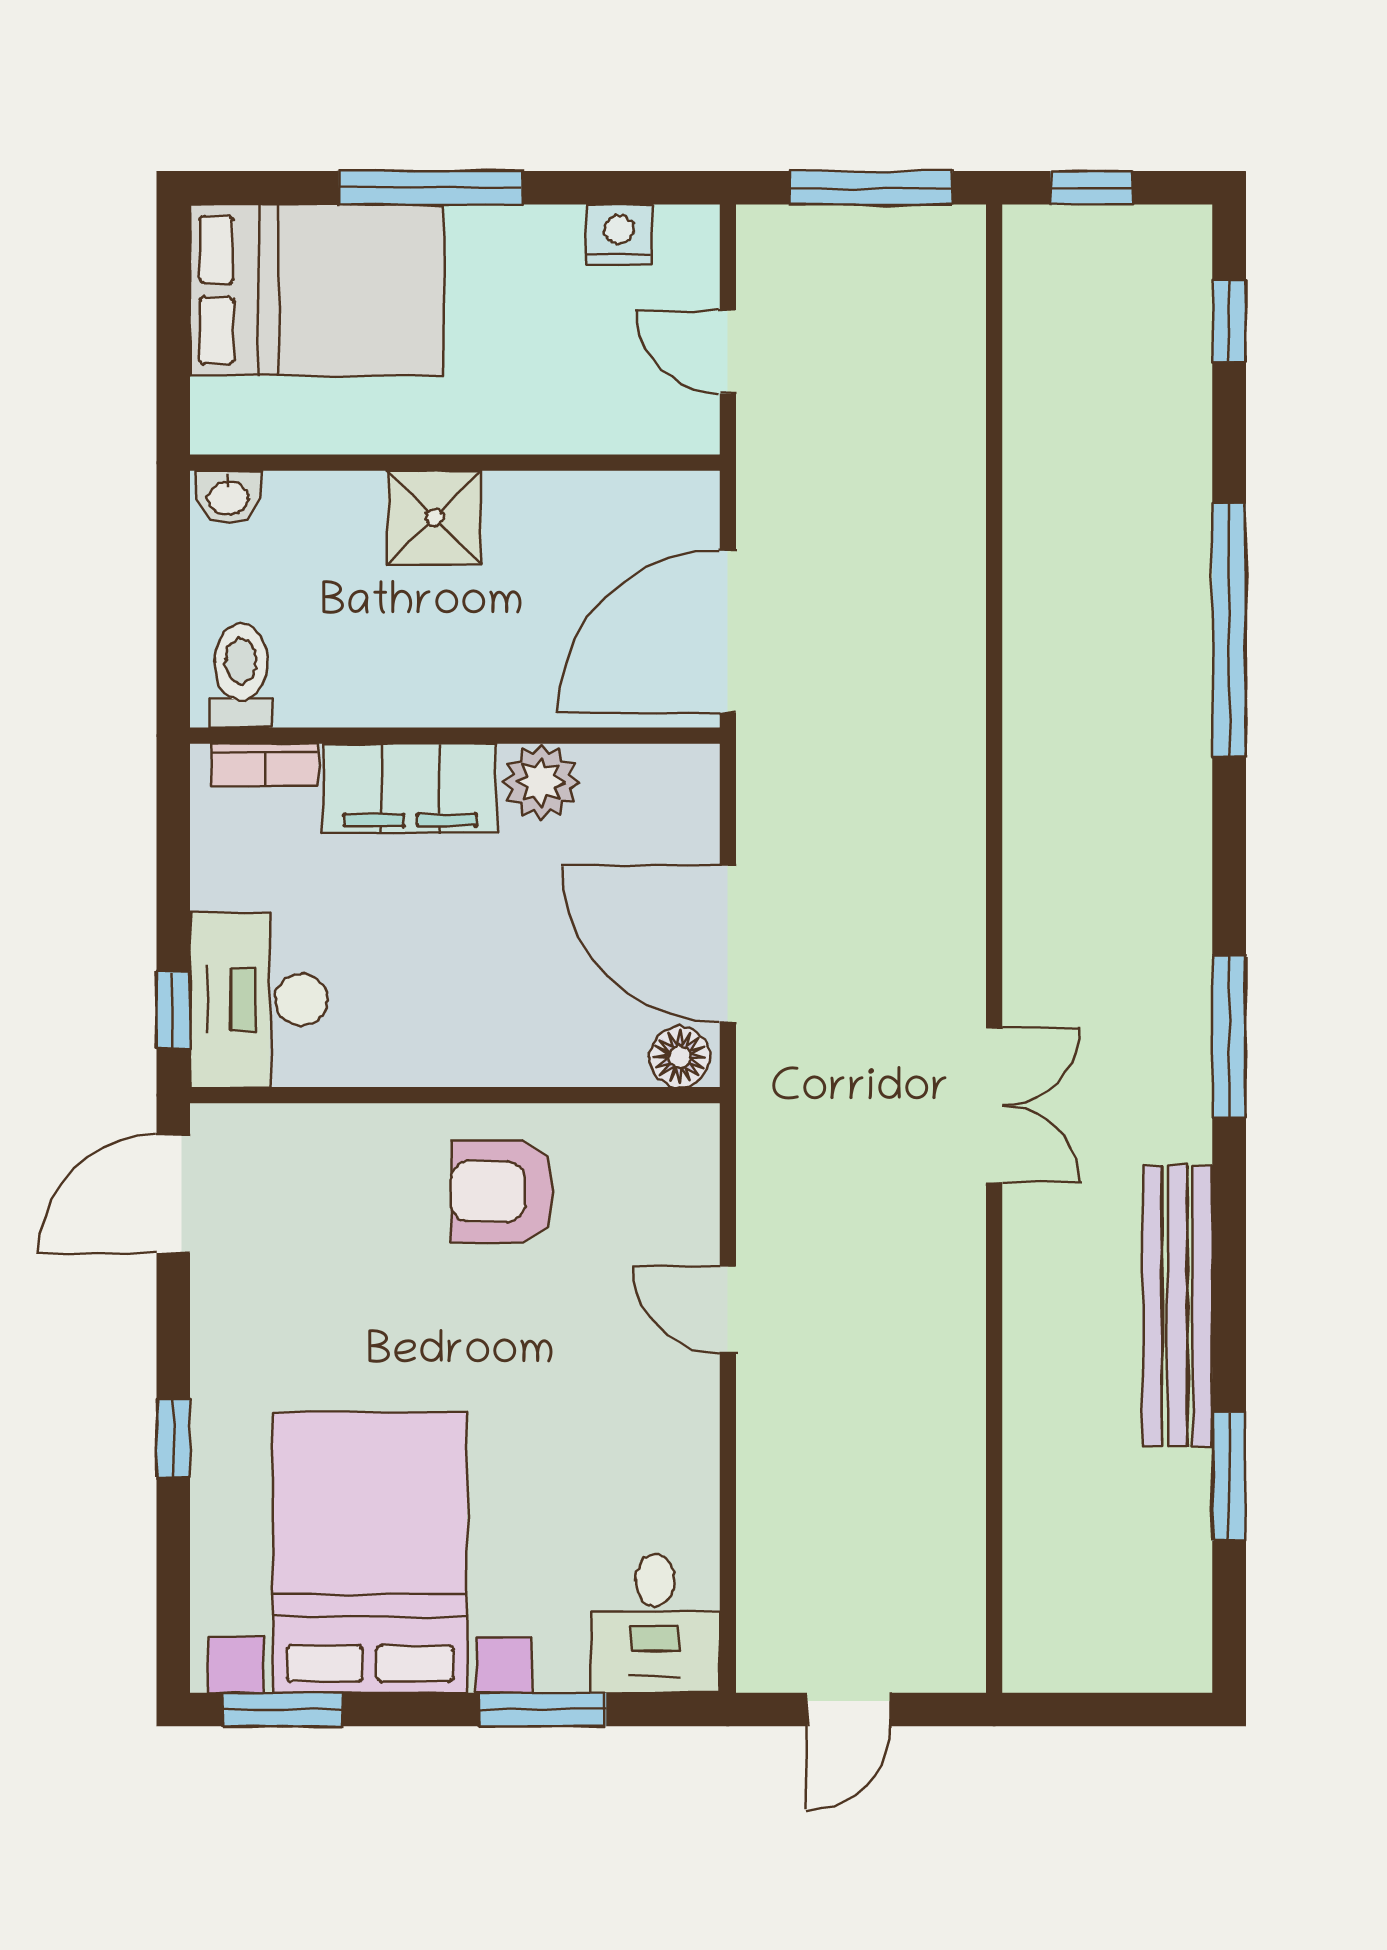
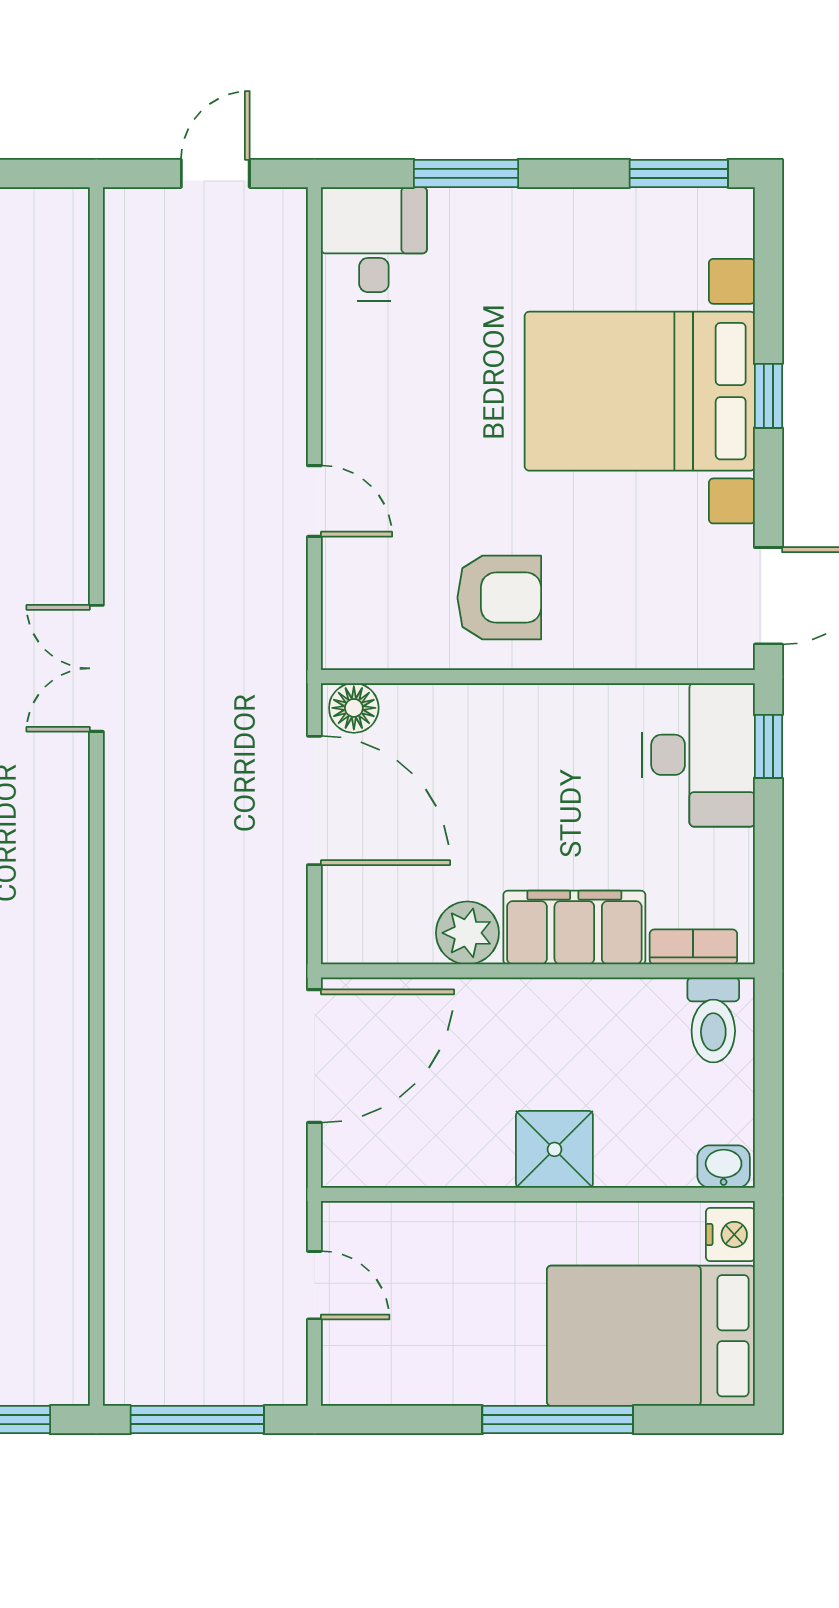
nightstand: (619, 234) -> (730, 1235), moved, turned -90
bed with nightstands: (370, 1552) -> (640, 391), moved, turned 90

